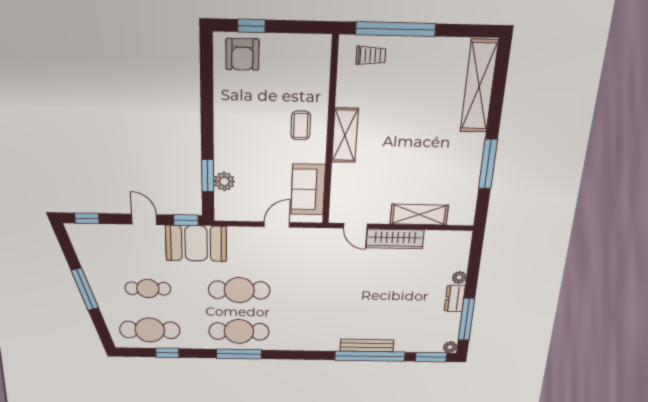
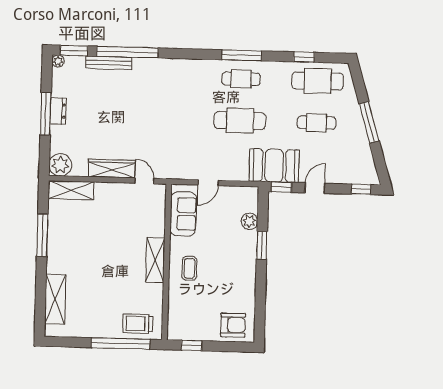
window: (251, 26) -> (192, 345), moved
armchair: (242, 54) -> (233, 325), turned 90
trolley: (371, 55) -> (138, 324), width x1.36, depth x1.39
shelving: (479, 86) -> (55, 299), width x0.68
window: (208, 175) -> (262, 245), moved
shelving: (419, 215) -> (71, 190), moved
door: (144, 219) -> (315, 188), swing flipped
plant: (459, 277) -> (60, 165), moved, width x1.87, depth x1.87
window: (466, 319) -> (46, 114), moved
cafe table: (239, 331) -> (241, 79), width x0.73, depth x0.74
bench: (367, 345) -> (109, 63), moved

